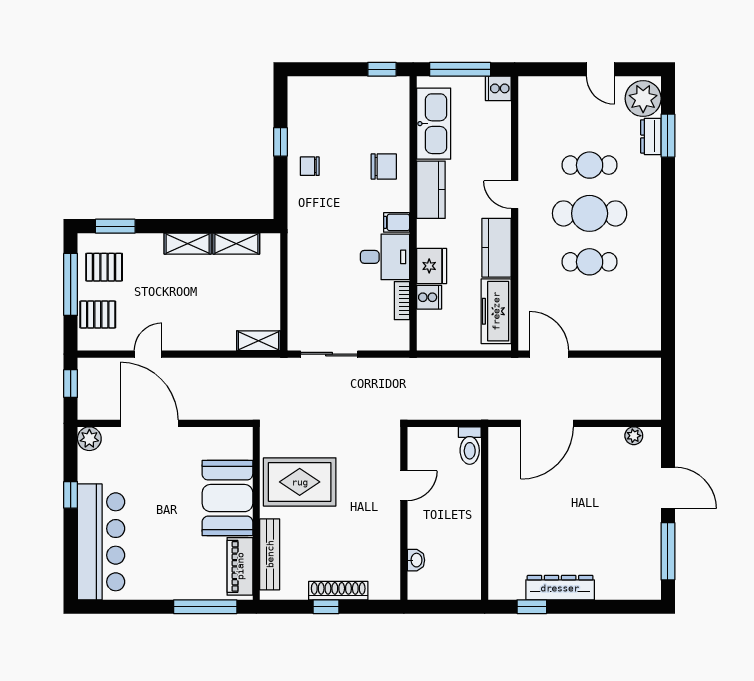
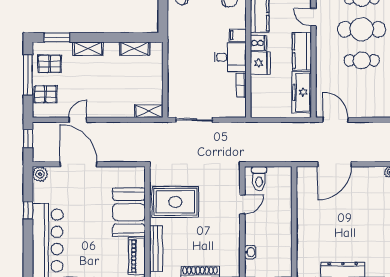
shelving: (188, 244) -> (88, 49), moved
cooker: (429, 297) -> (259, 43), moved
toilet: (470, 446) -> (259, 179), moved

